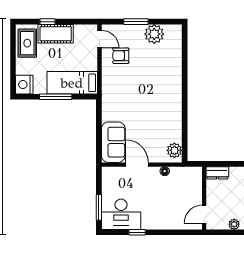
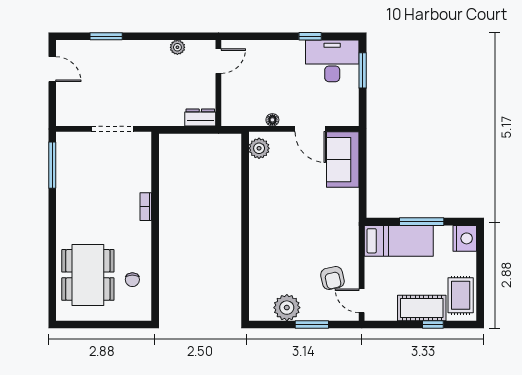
armchair: (121, 56) -> (332, 278), turned 77

